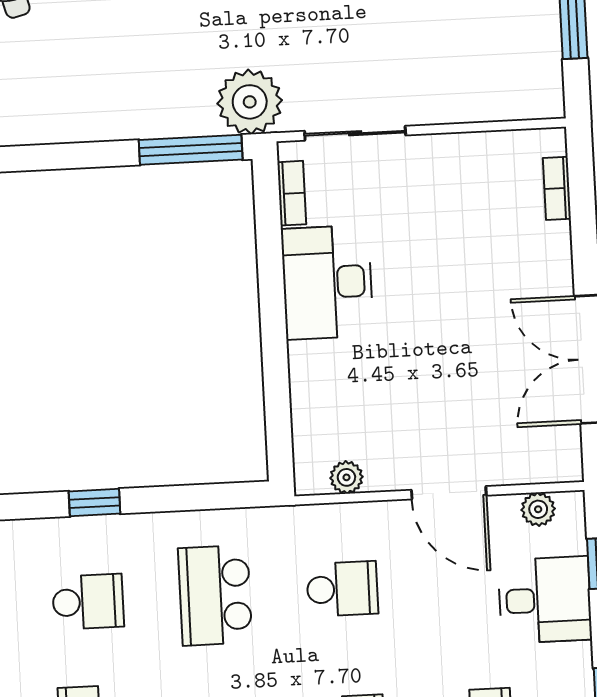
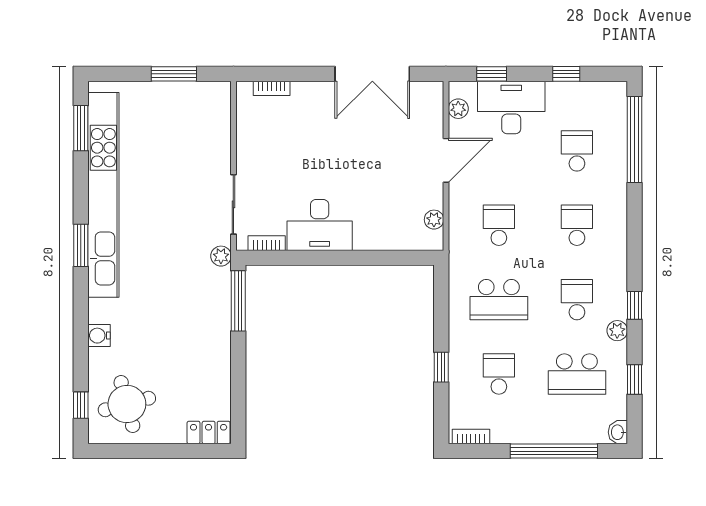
plant: (250, 102) -> (221, 256), width x0.53, depth x0.53
desk: (545, 600) -> (511, 107), width x1.37

